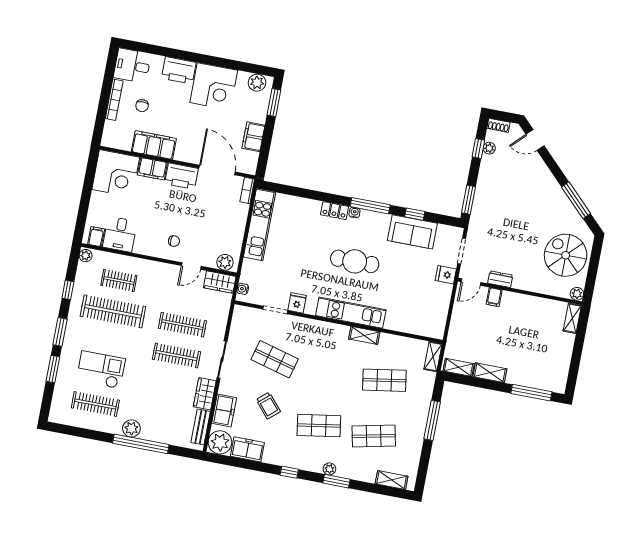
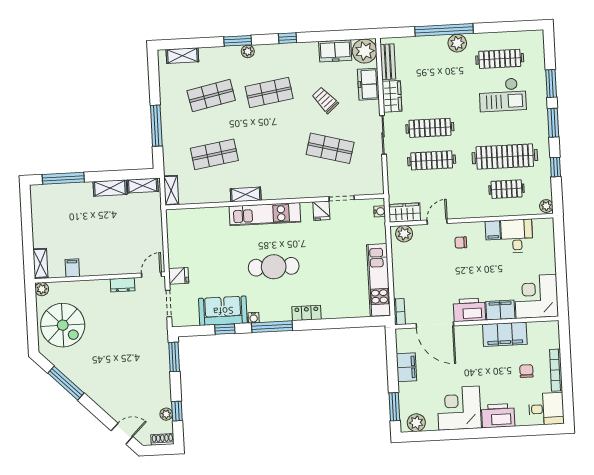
water cooler: (355, 213) -> (254, 318), moved
filing cabinet: (96, 237) -> (493, 230), moved
filing cabinet: (494, 297) -> (72, 268), moved

